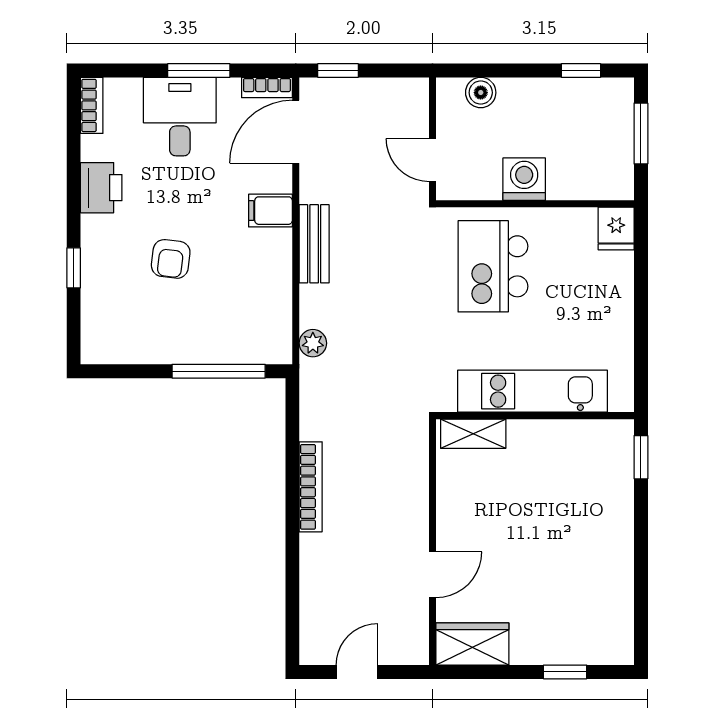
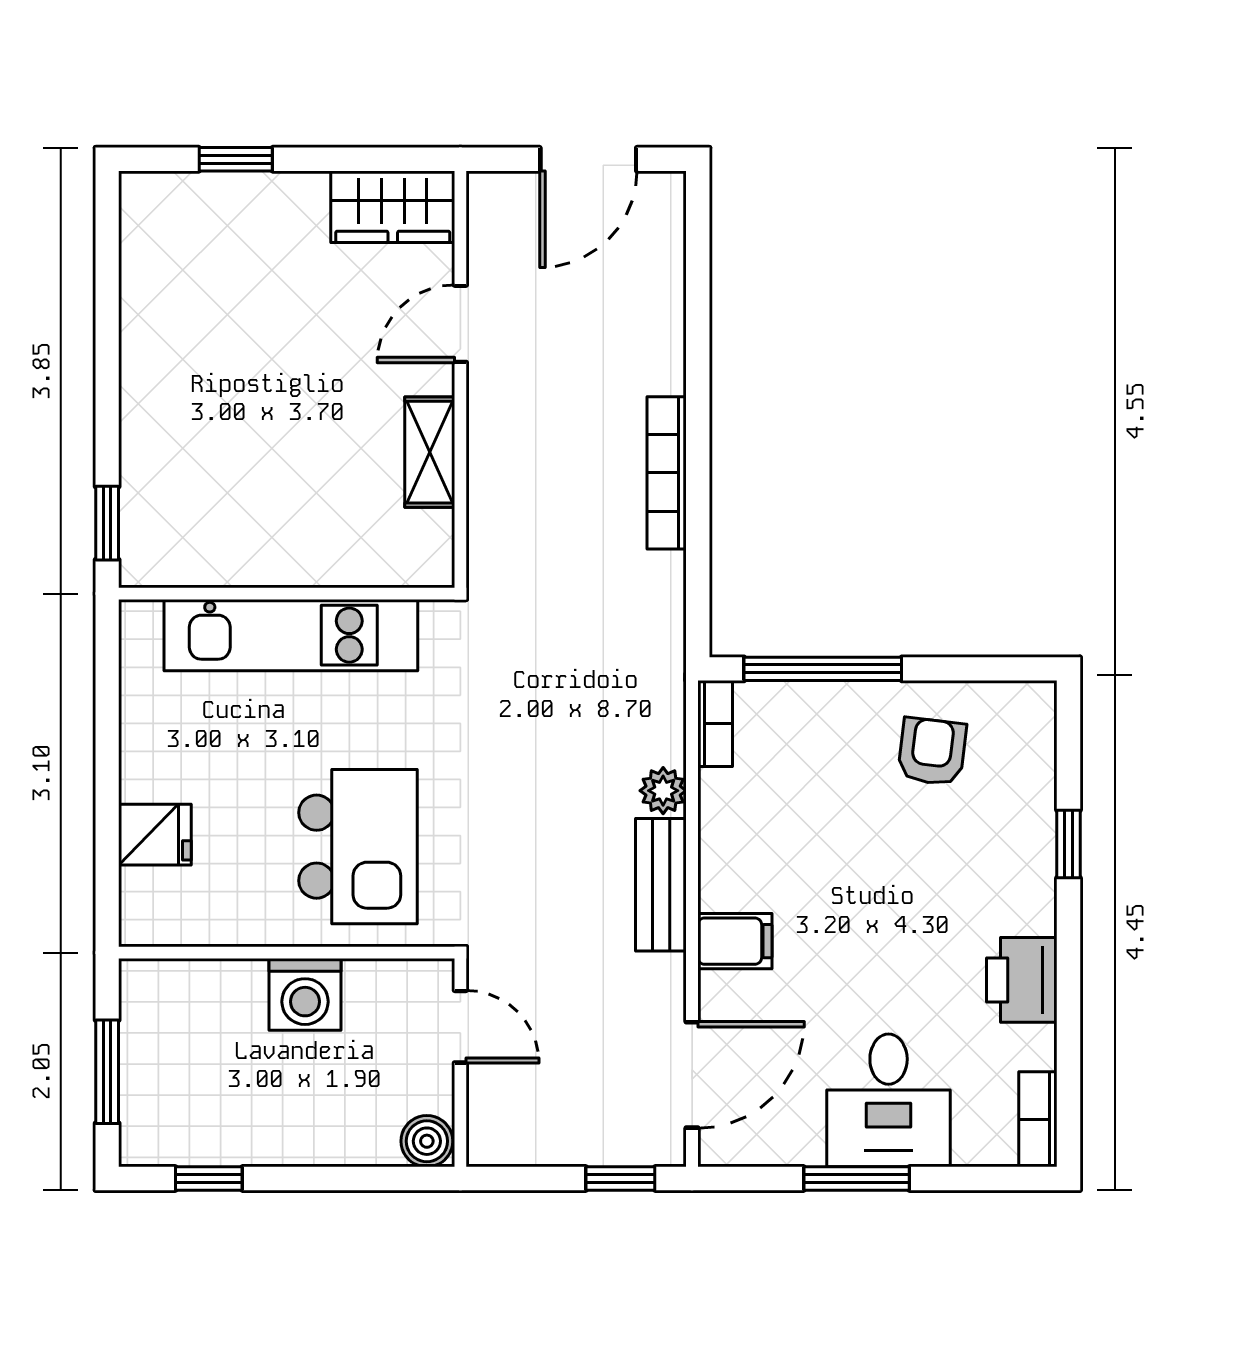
bookcase: (267, 87) -> (715, 724), moved, turned 90
boiler: (481, 93) -> (427, 1141), moved
fridge: (616, 229) -> (155, 835), moved, turned 90
armchair: (171, 259) -> (932, 752), moved
plant: (313, 343) -> (663, 791), moved
shelving: (473, 434) -> (430, 452), moved, turned 90
door: (357, 672) -> (588, 159), width x1.38

